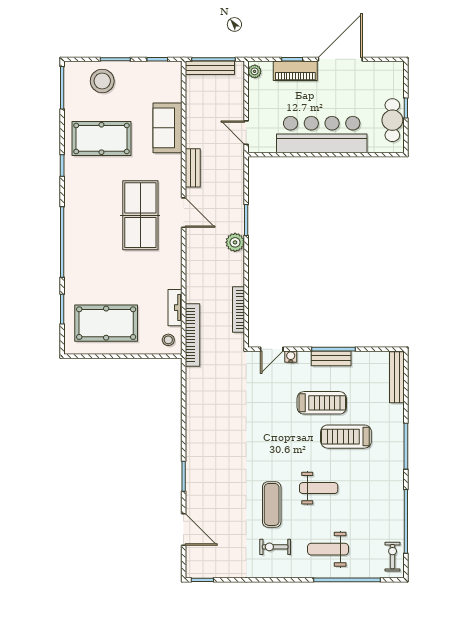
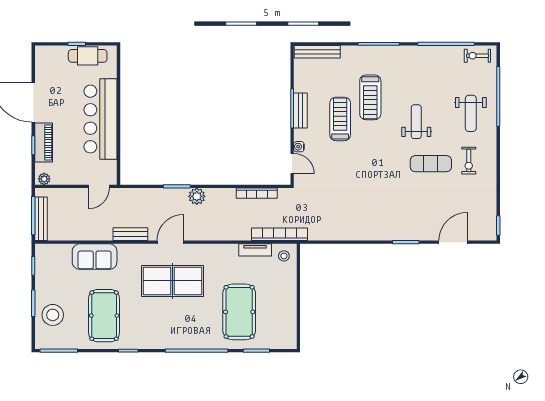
pool table: (106, 323) -> (239, 312), moved

